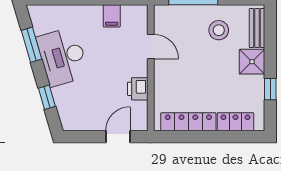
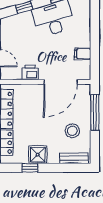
door: (151, 47) -> (61, 82), width x1.87
shower: (252, 62) -> (38, 155), moved

